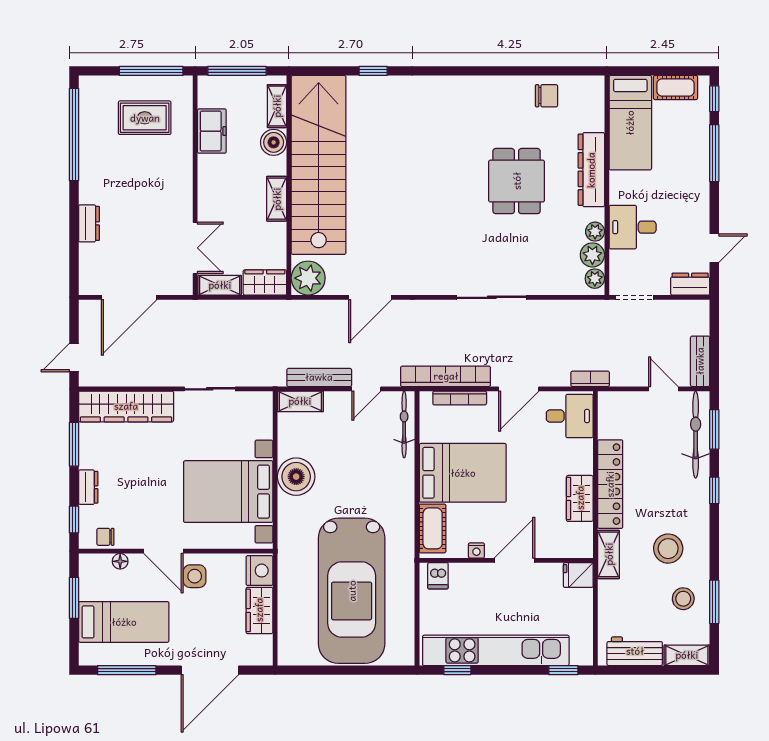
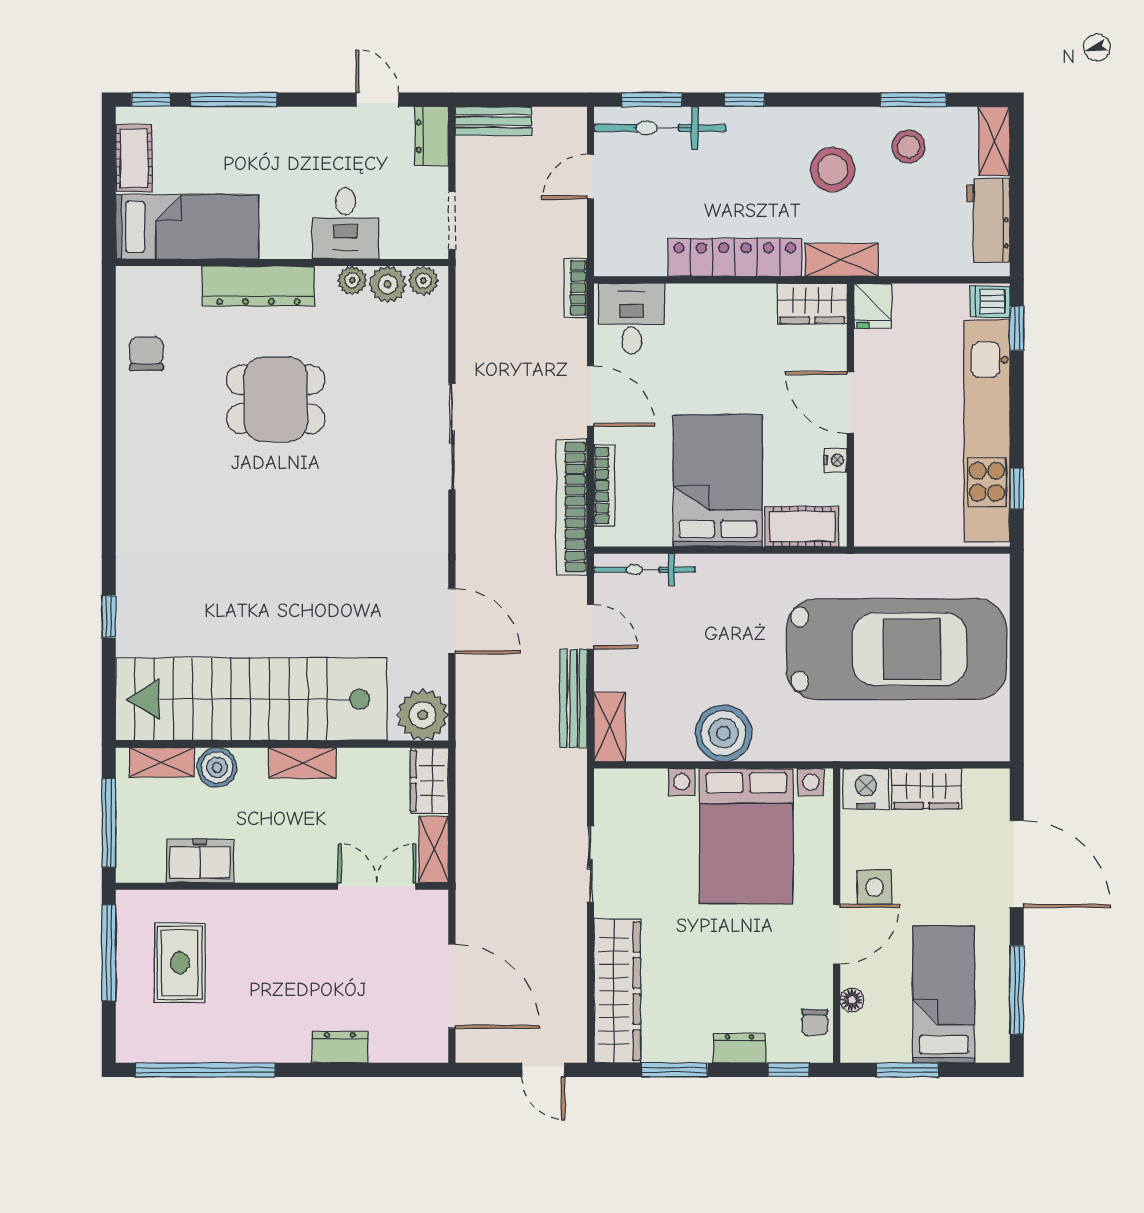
bench: (700, 361) -> (493, 121), moved
wardrobe: (580, 498) -> (812, 303), moved
dishwasher: (438, 576) -> (990, 301), moved, turned 180

